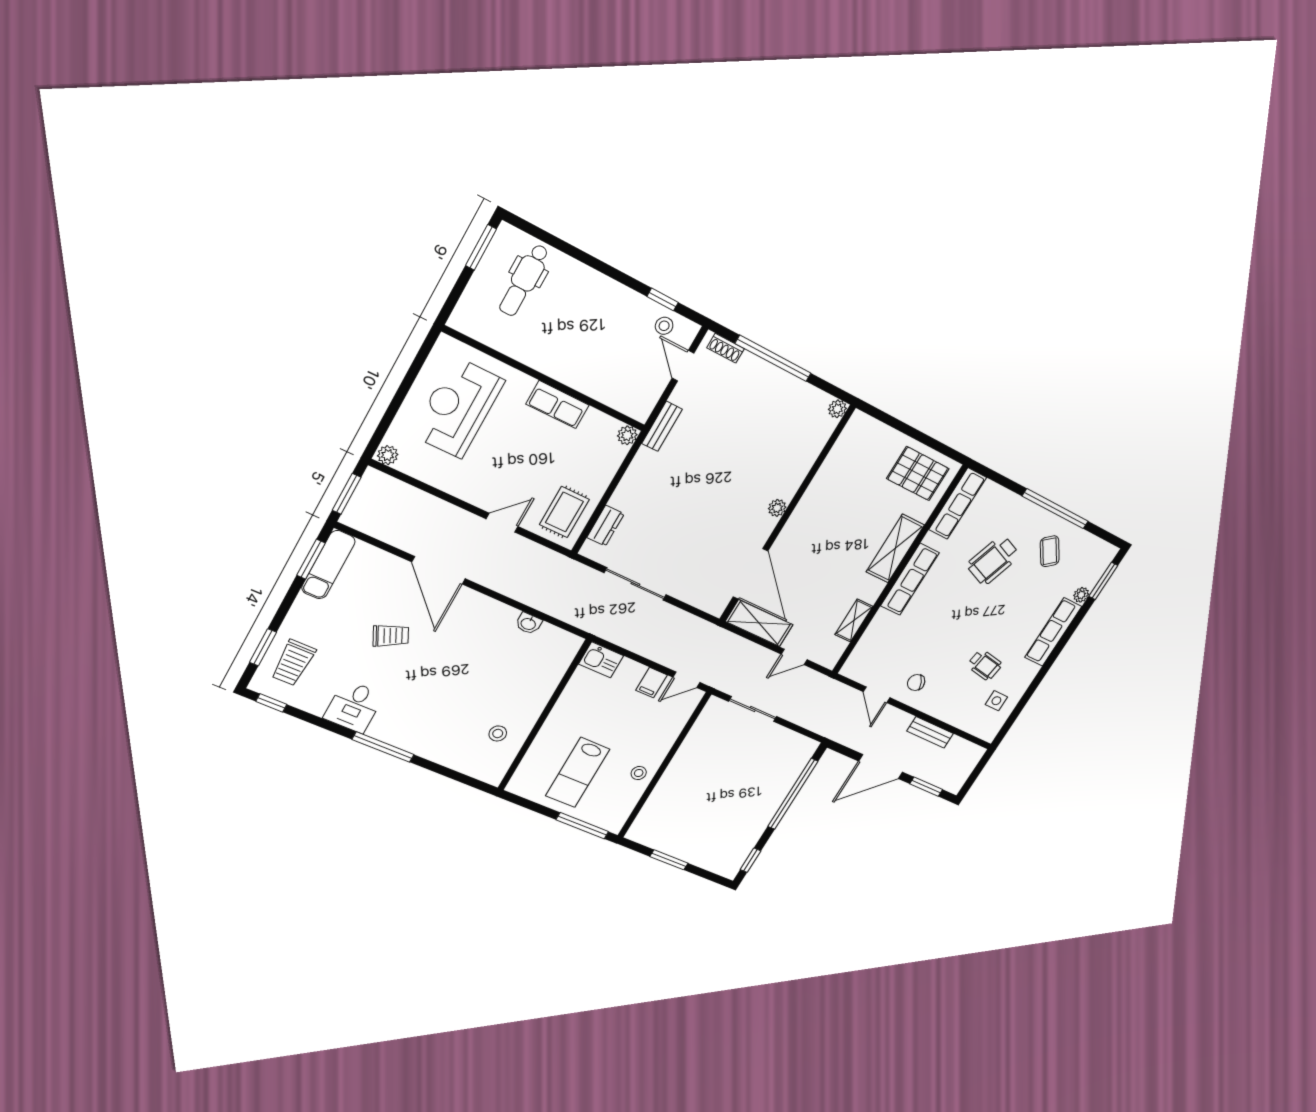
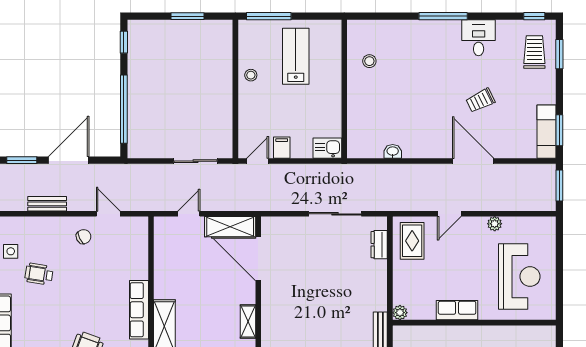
plant: (388, 455) -> (495, 224), moved
plant: (777, 508) -> (268, 314), removed
shelving: (854, 620) -> (248, 321), moved

